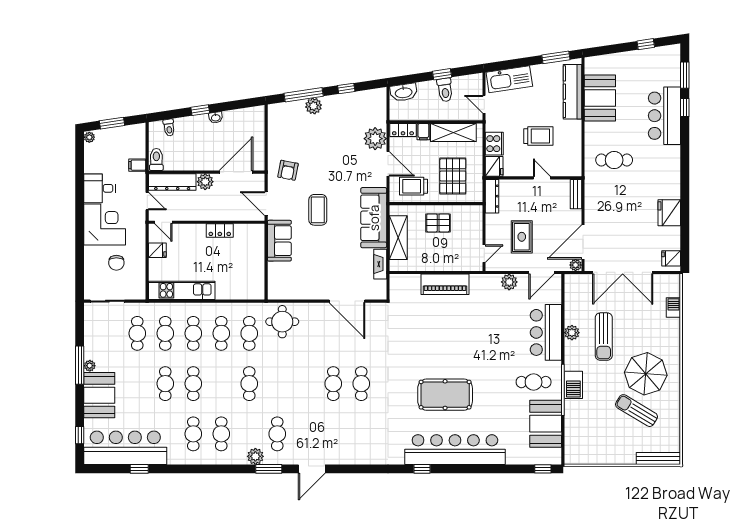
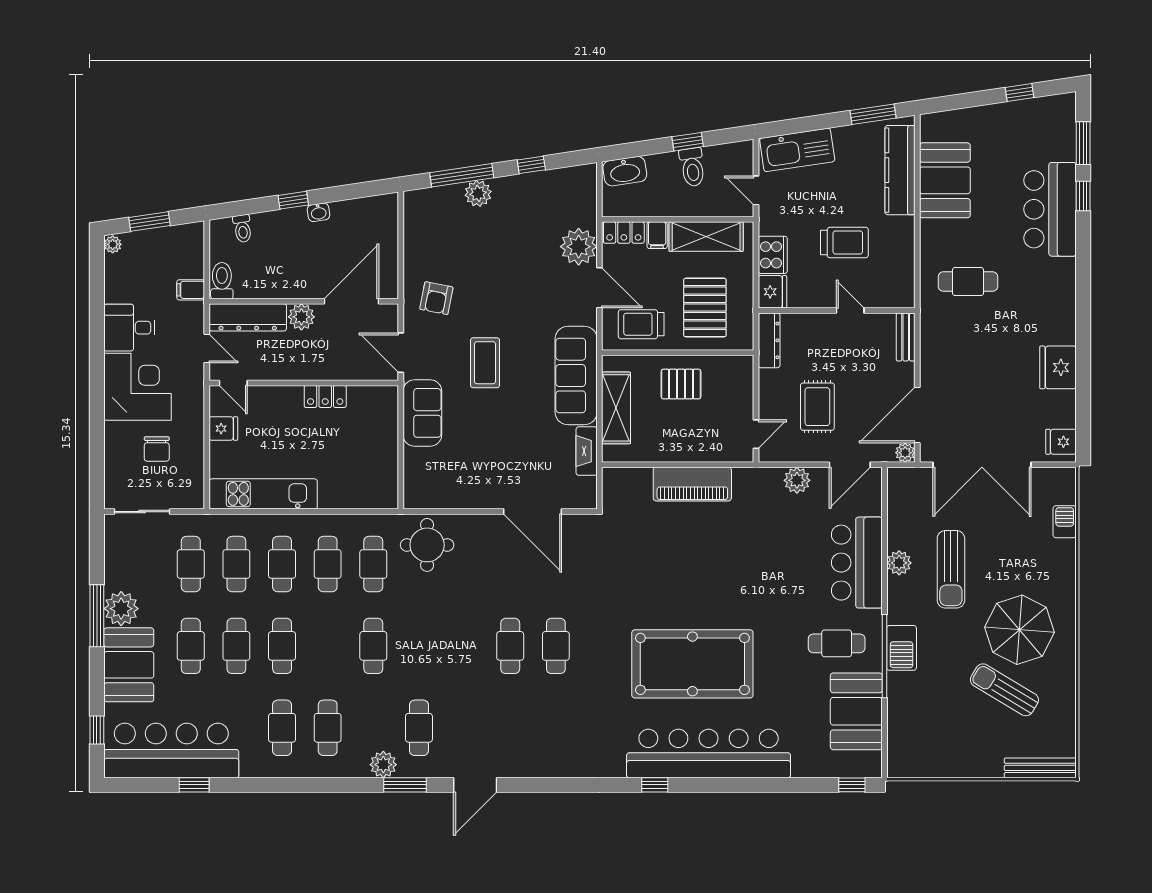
plant: (90, 366) -> (121, 609), width x1.87, depth x1.87
cafe table: (137, 384) -> (191, 646), added
pool table: (445, 395) -> (692, 664), width x1.36, depth x1.32

